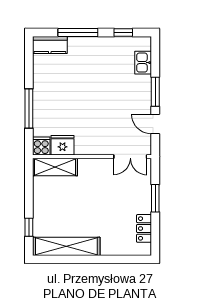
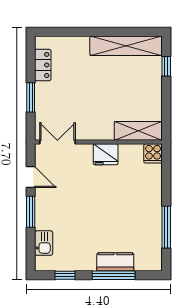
kitchen counter: (50, 45) -> (115, 262), moved
window: (29, 108) -> (166, 227), moved
fridge: (62, 145) -> (106, 154), moved

